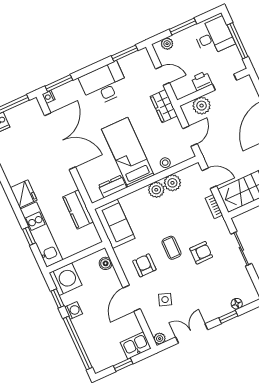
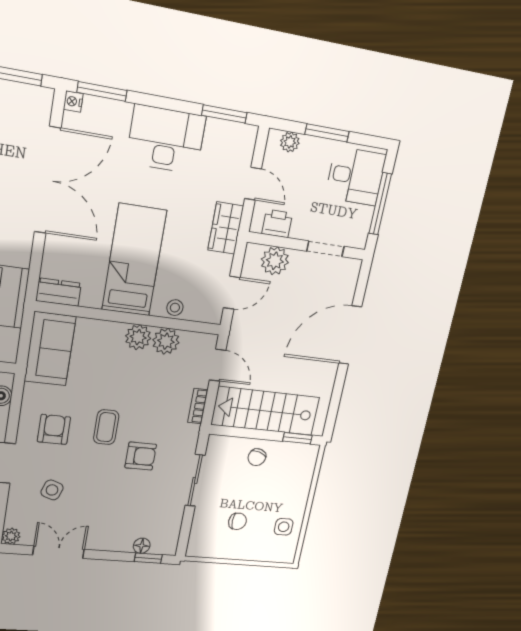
printer: (202, 81) -> (277, 223), moved
dresser: (113, 187) -> (59, 292), moved
window: (228, 317) -> (148, 558), moved

